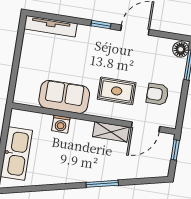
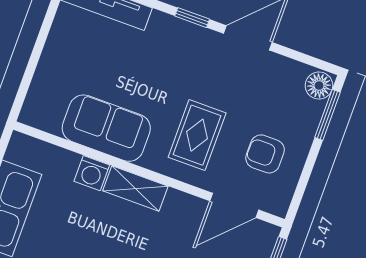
rug: (117, 91) -> (197, 135), turned 90
shelving: (111, 132) -> (135, 188), moved

